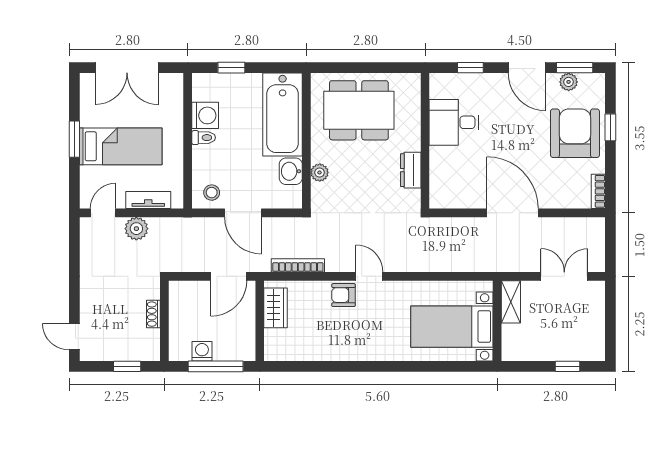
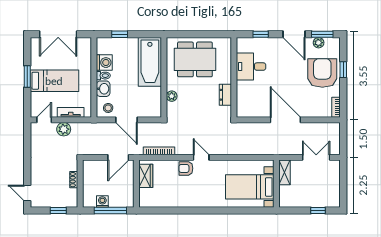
washbasin: (291, 171) -> (103, 89), moved, turned 180

